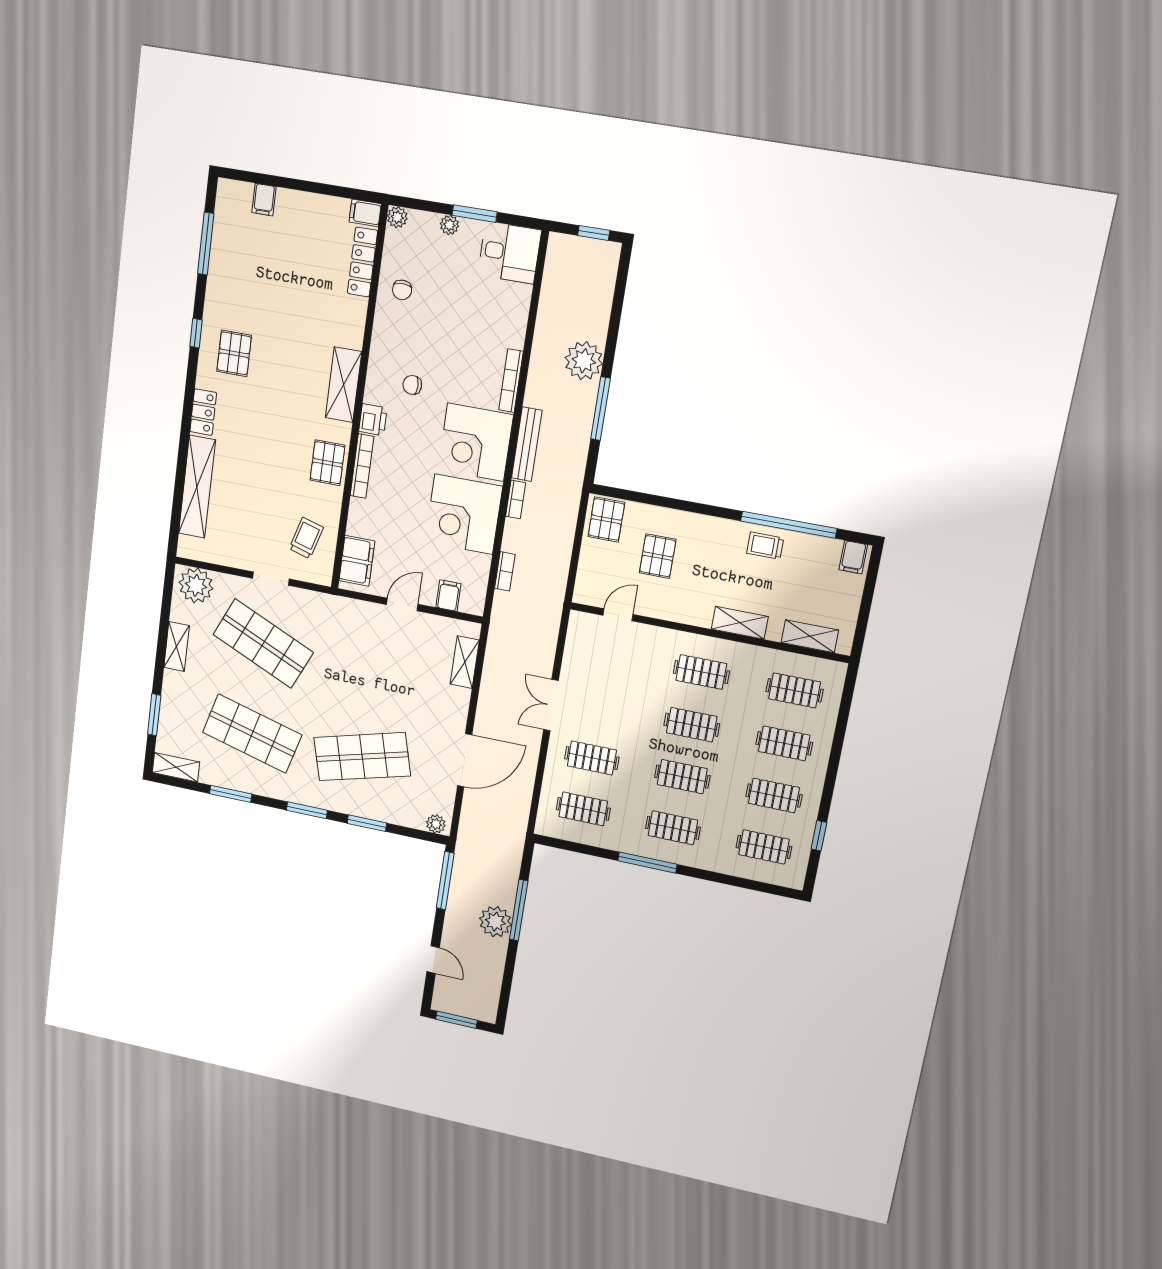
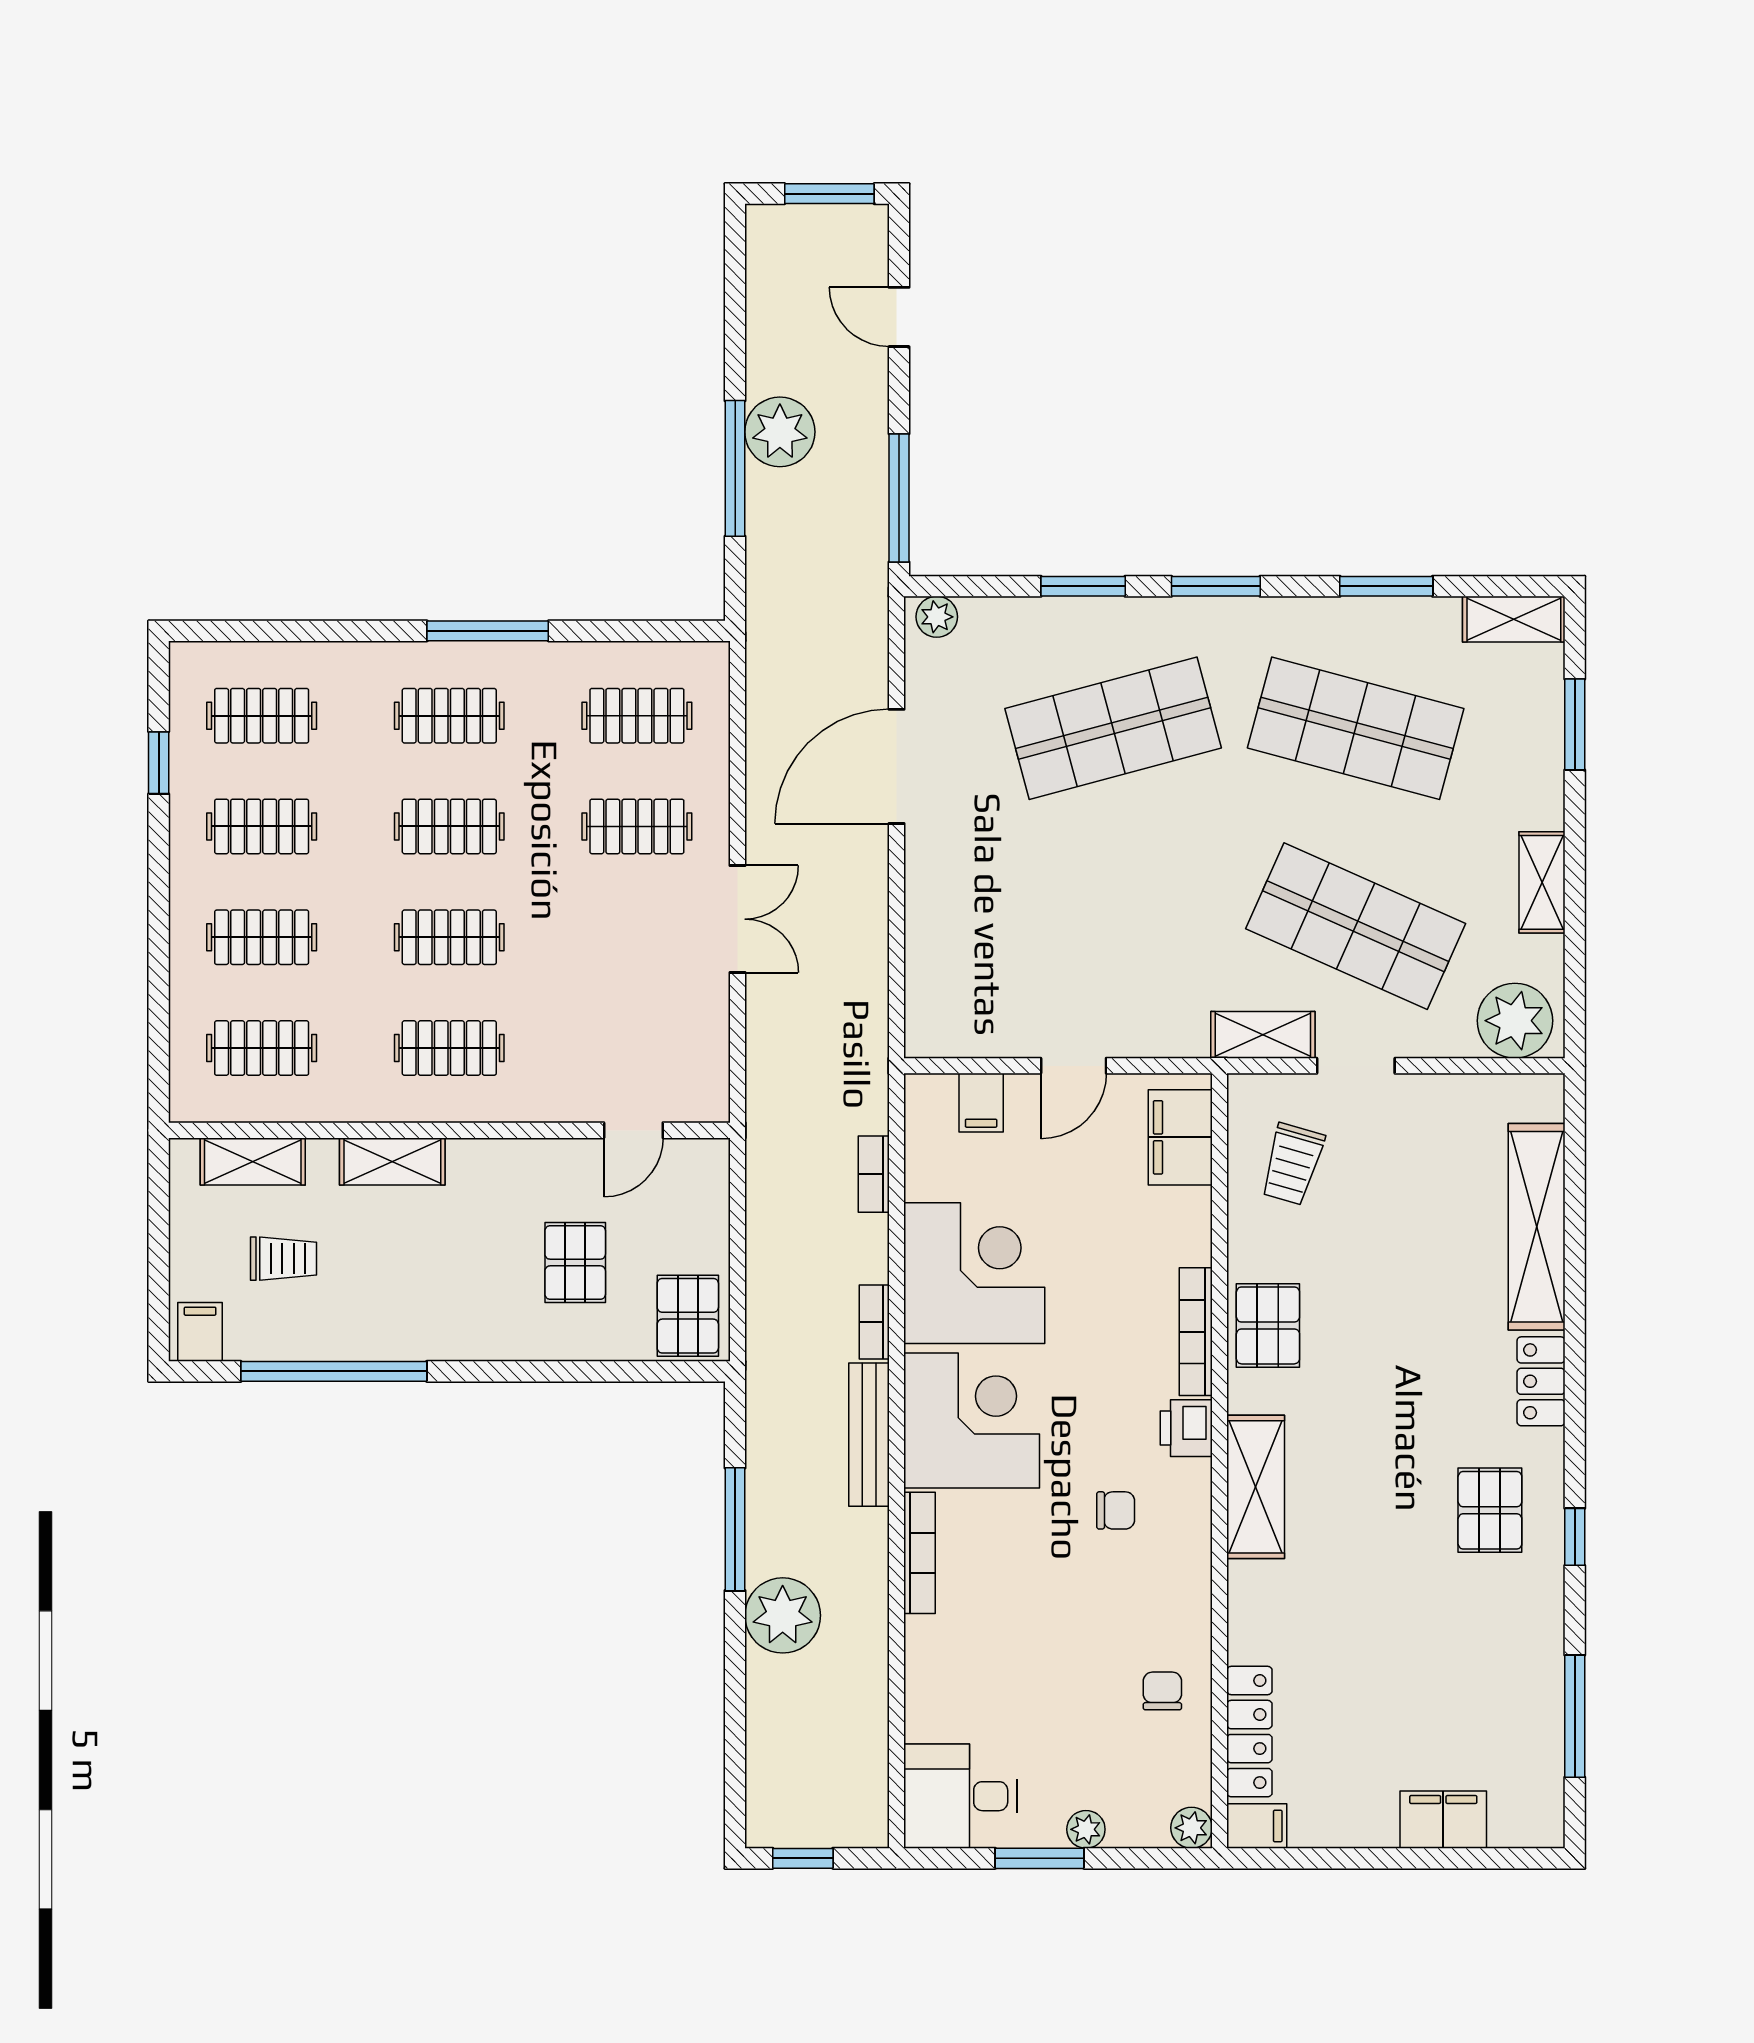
filing cabinet: (264, 200) -> (1443, 1820), width x2.00
trolley: (765, 546) -> (283, 1259), moved
shelving: (465, 662) -> (1263, 1035), moved, turned 90

